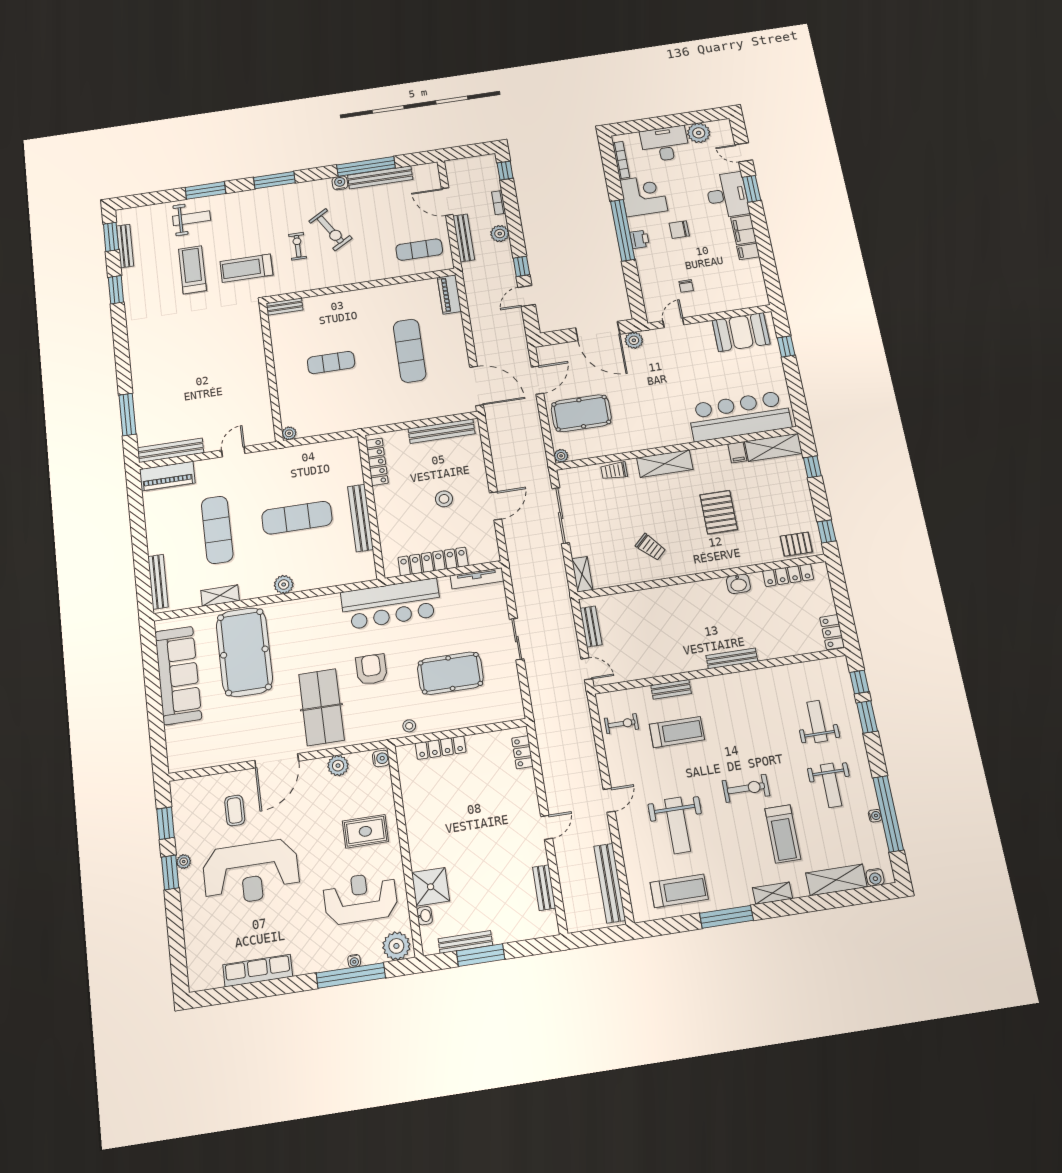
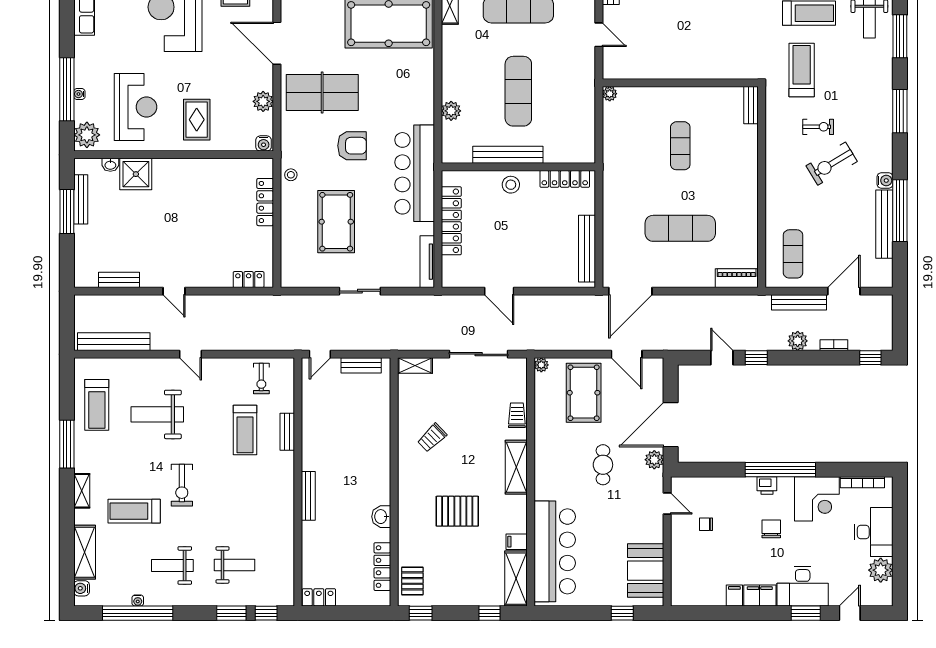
cafe table: (647, 385) -> (603, 465), added
stool: (444, 499) -> (511, 185), moved
plant: (284, 585) -> (451, 111), moved

